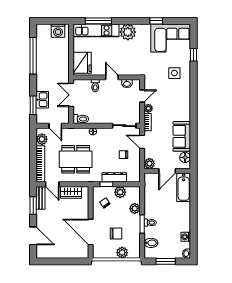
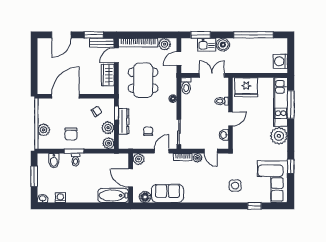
boiler: (42, 84) -> (223, 45), added
plant: (135, 208) -> (109, 143), moved
chair: (116, 233) -> (71, 134), moved

